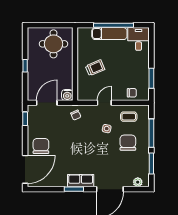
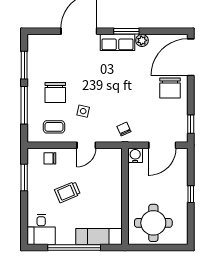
exam couch: (109, 34) -> (99, 237), moved
trolley: (95, 68) -> (67, 192), moved
plant: (138, 182) -> (142, 40), moved

